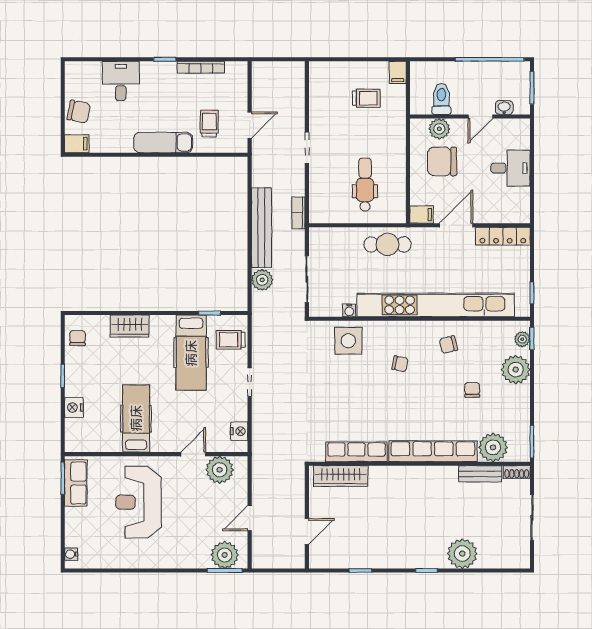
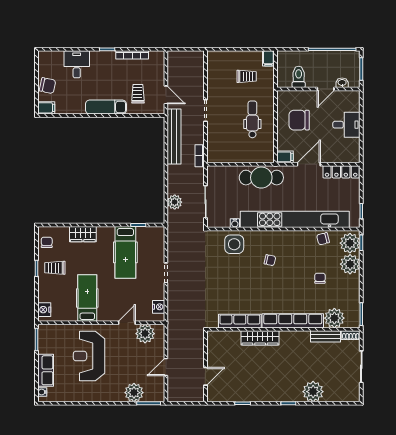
door: (250, 125) -> (166, 95), hinge flipped
plant: (439, 129) -> (297, 98), removed
dental chair: (365, 185) -> (252, 119), moved
bench: (261, 228) -> (174, 137), moved
cafe table: (387, 244) -> (261, 178), width x1.37, depth x1.35
plant: (522, 339) -> (350, 243), width x1.88, depth x1.88
trolley: (231, 340) -> (55, 268), moved
chair: (448, 345) -> (323, 239), moved
nightstand: (74, 407) -> (44, 310), moved
wardrobe: (341, 476) -> (260, 338), moved
row of seats: (76, 483) -> (46, 370), moved
plant: (225, 555) -> (134, 393), moved

